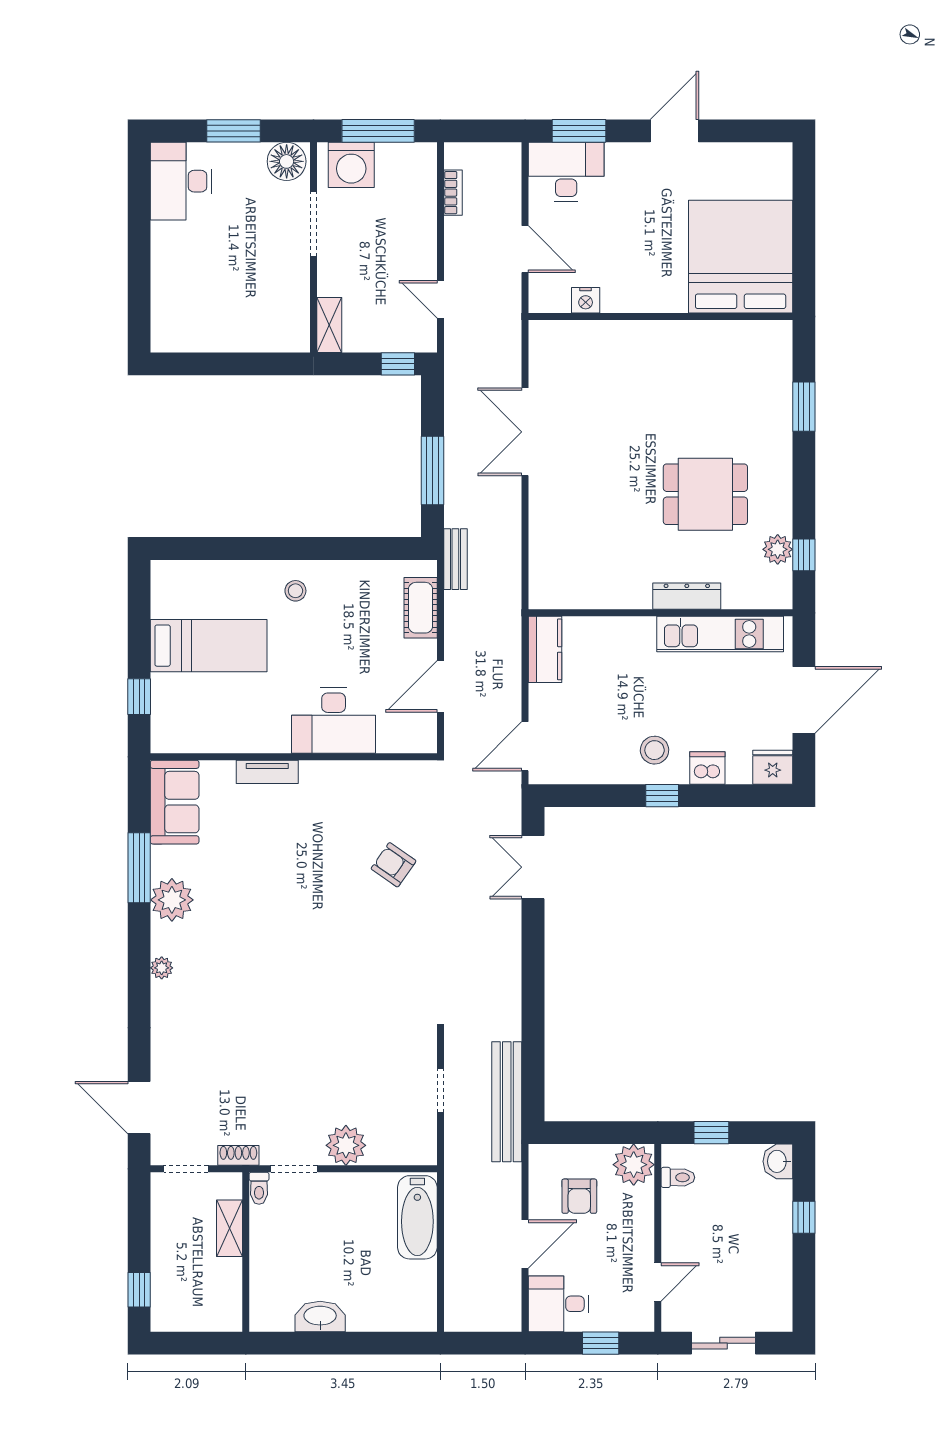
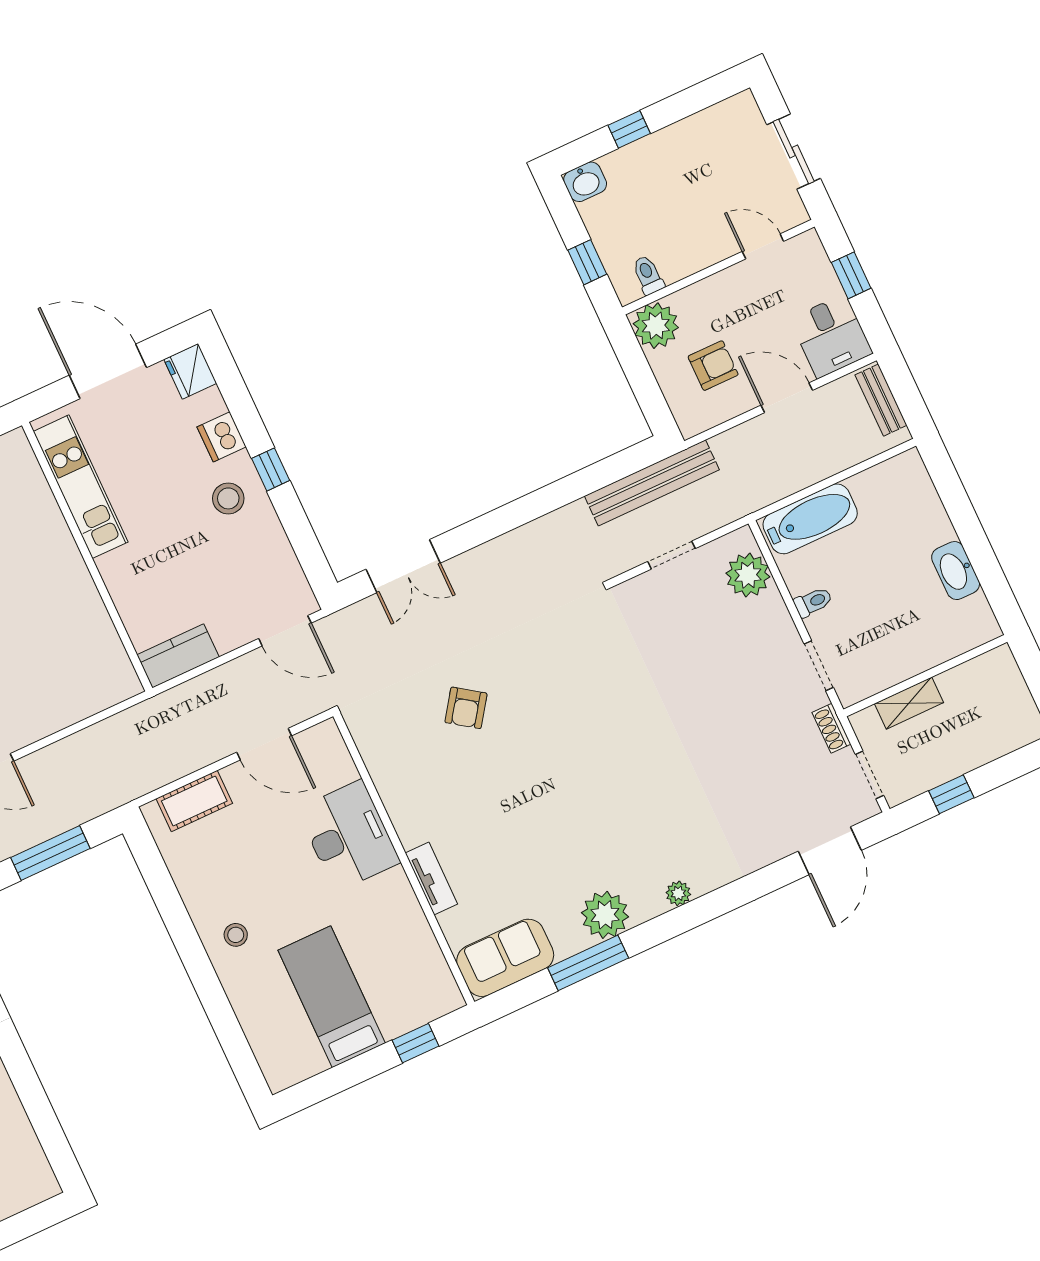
bench: (455, 559) -> (881, 400), moved, turned 90
dresser: (687, 596) -> (58, 538), removed
plant: (346, 1145) -> (748, 575), moved
toilet: (259, 1188) -> (813, 602), moved
window: (139, 1290) -> (951, 794), moved

